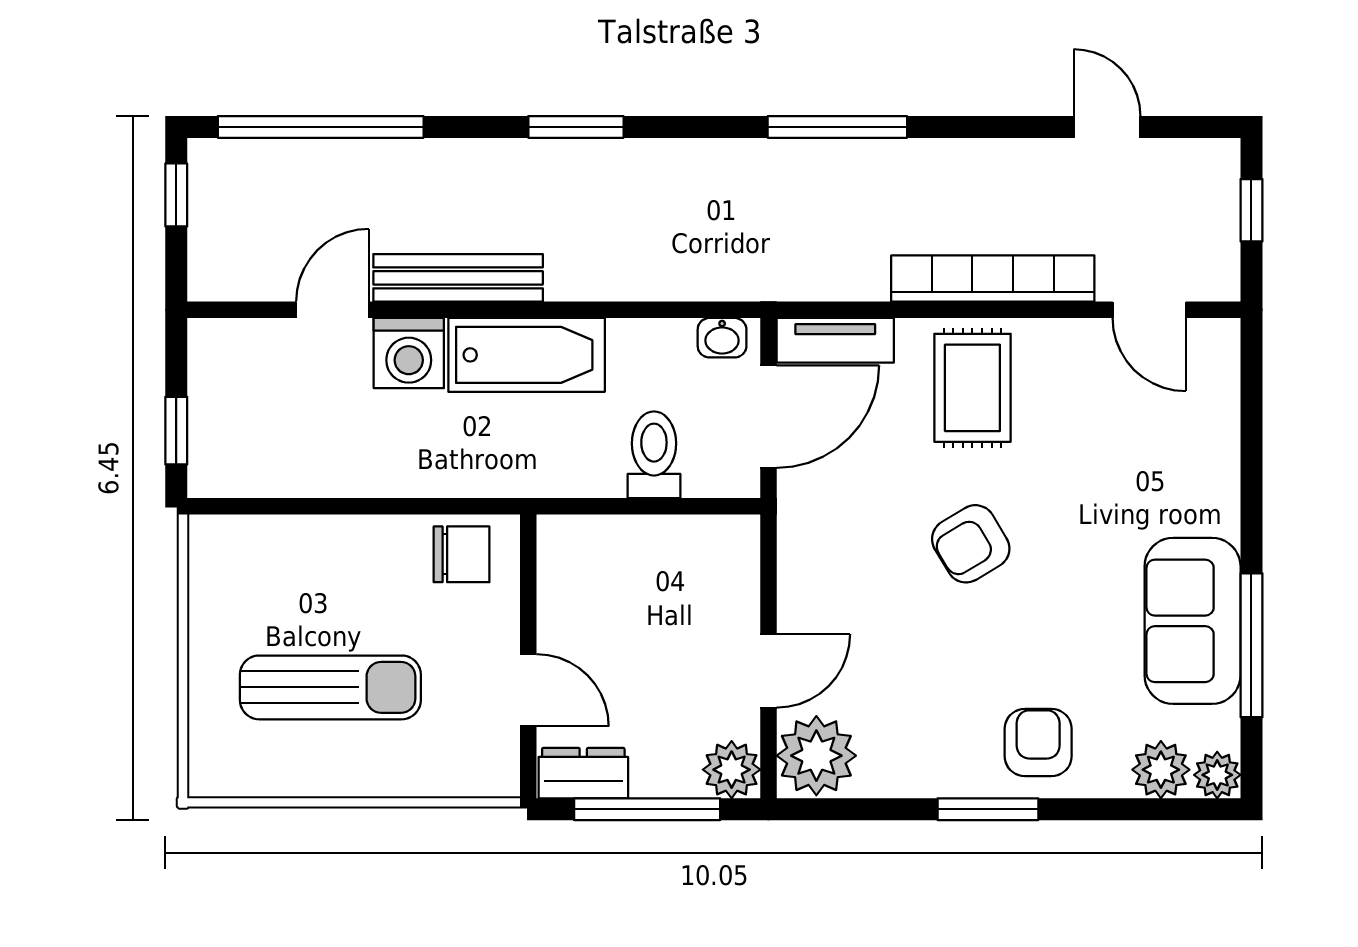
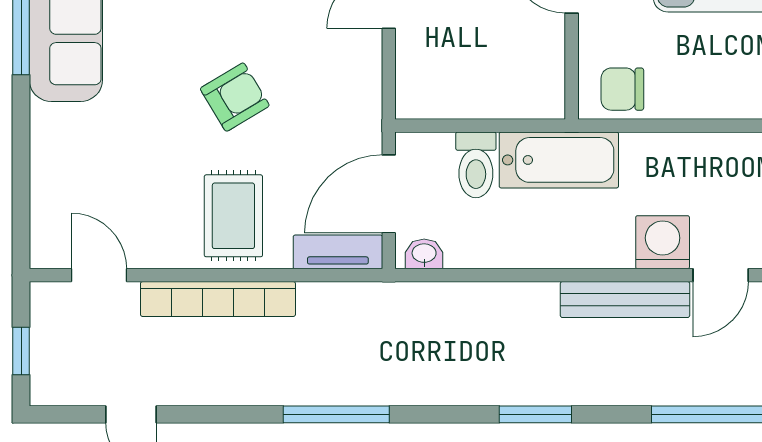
bathtub: (527, 355) -> (559, 160), moved, turned 180

